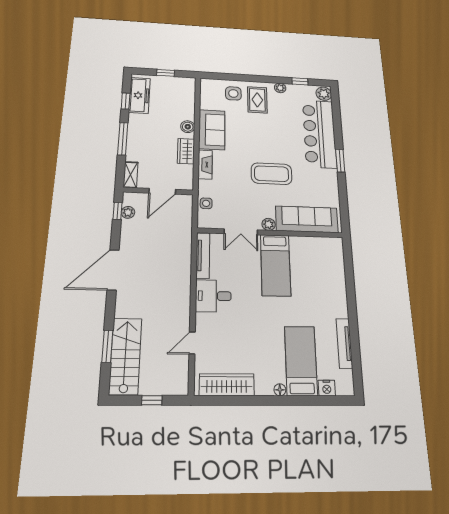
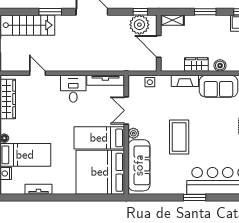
window: (123, 139) -> (205, 12), width x0.69
plant: (128, 212) -> (139, 25), width x1.88, depth x1.88
bed: (318, 265) -> (100, 172), added
tv unit: (344, 343) -> (39, 189), width x0.71
window: (107, 346) -> (50, 12), moved

